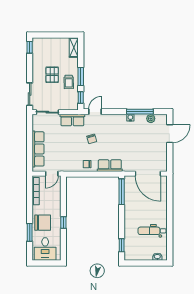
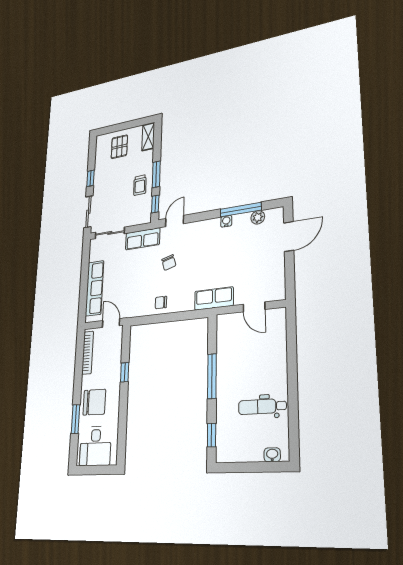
window: (30, 47) -> (91, 178), moved
pallet: (52, 75) -> (119, 147), moved
row of seats: (110, 166) -> (214, 298), moved
door: (52, 174) -> (111, 323), swing flipped
door: (148, 174) -> (254, 307), width x0.53
window: (122, 192) -> (212, 376), moved
window: (63, 223) -> (125, 372), moved

